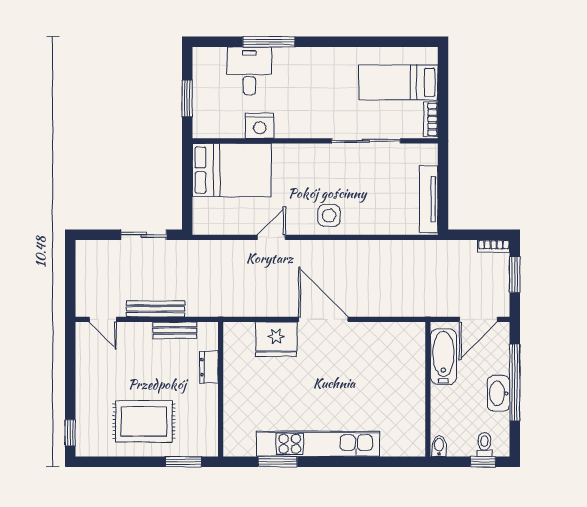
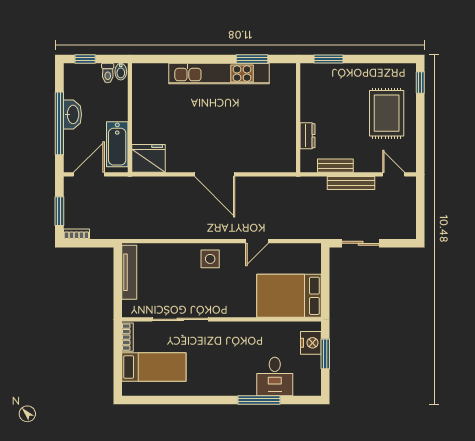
nightstand: (260, 126) -> (311, 343), moved, turned 90
fridge: (276, 339) -> (148, 158), moved
rug: (144, 421) -> (387, 113), moved, turned 90
toilet: (484, 444) -> (108, 73), moved

